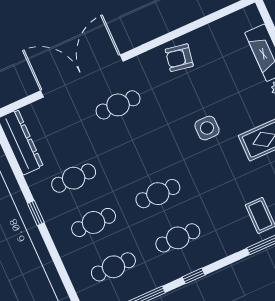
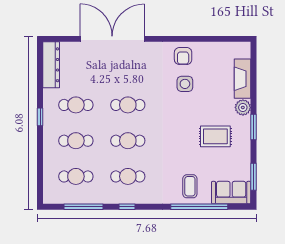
armchair: (179, 58) -> (183, 56), turned -100
cafe table: (118, 105) -> (128, 105), moved
side table: (207, 128) -> (185, 84), moved

